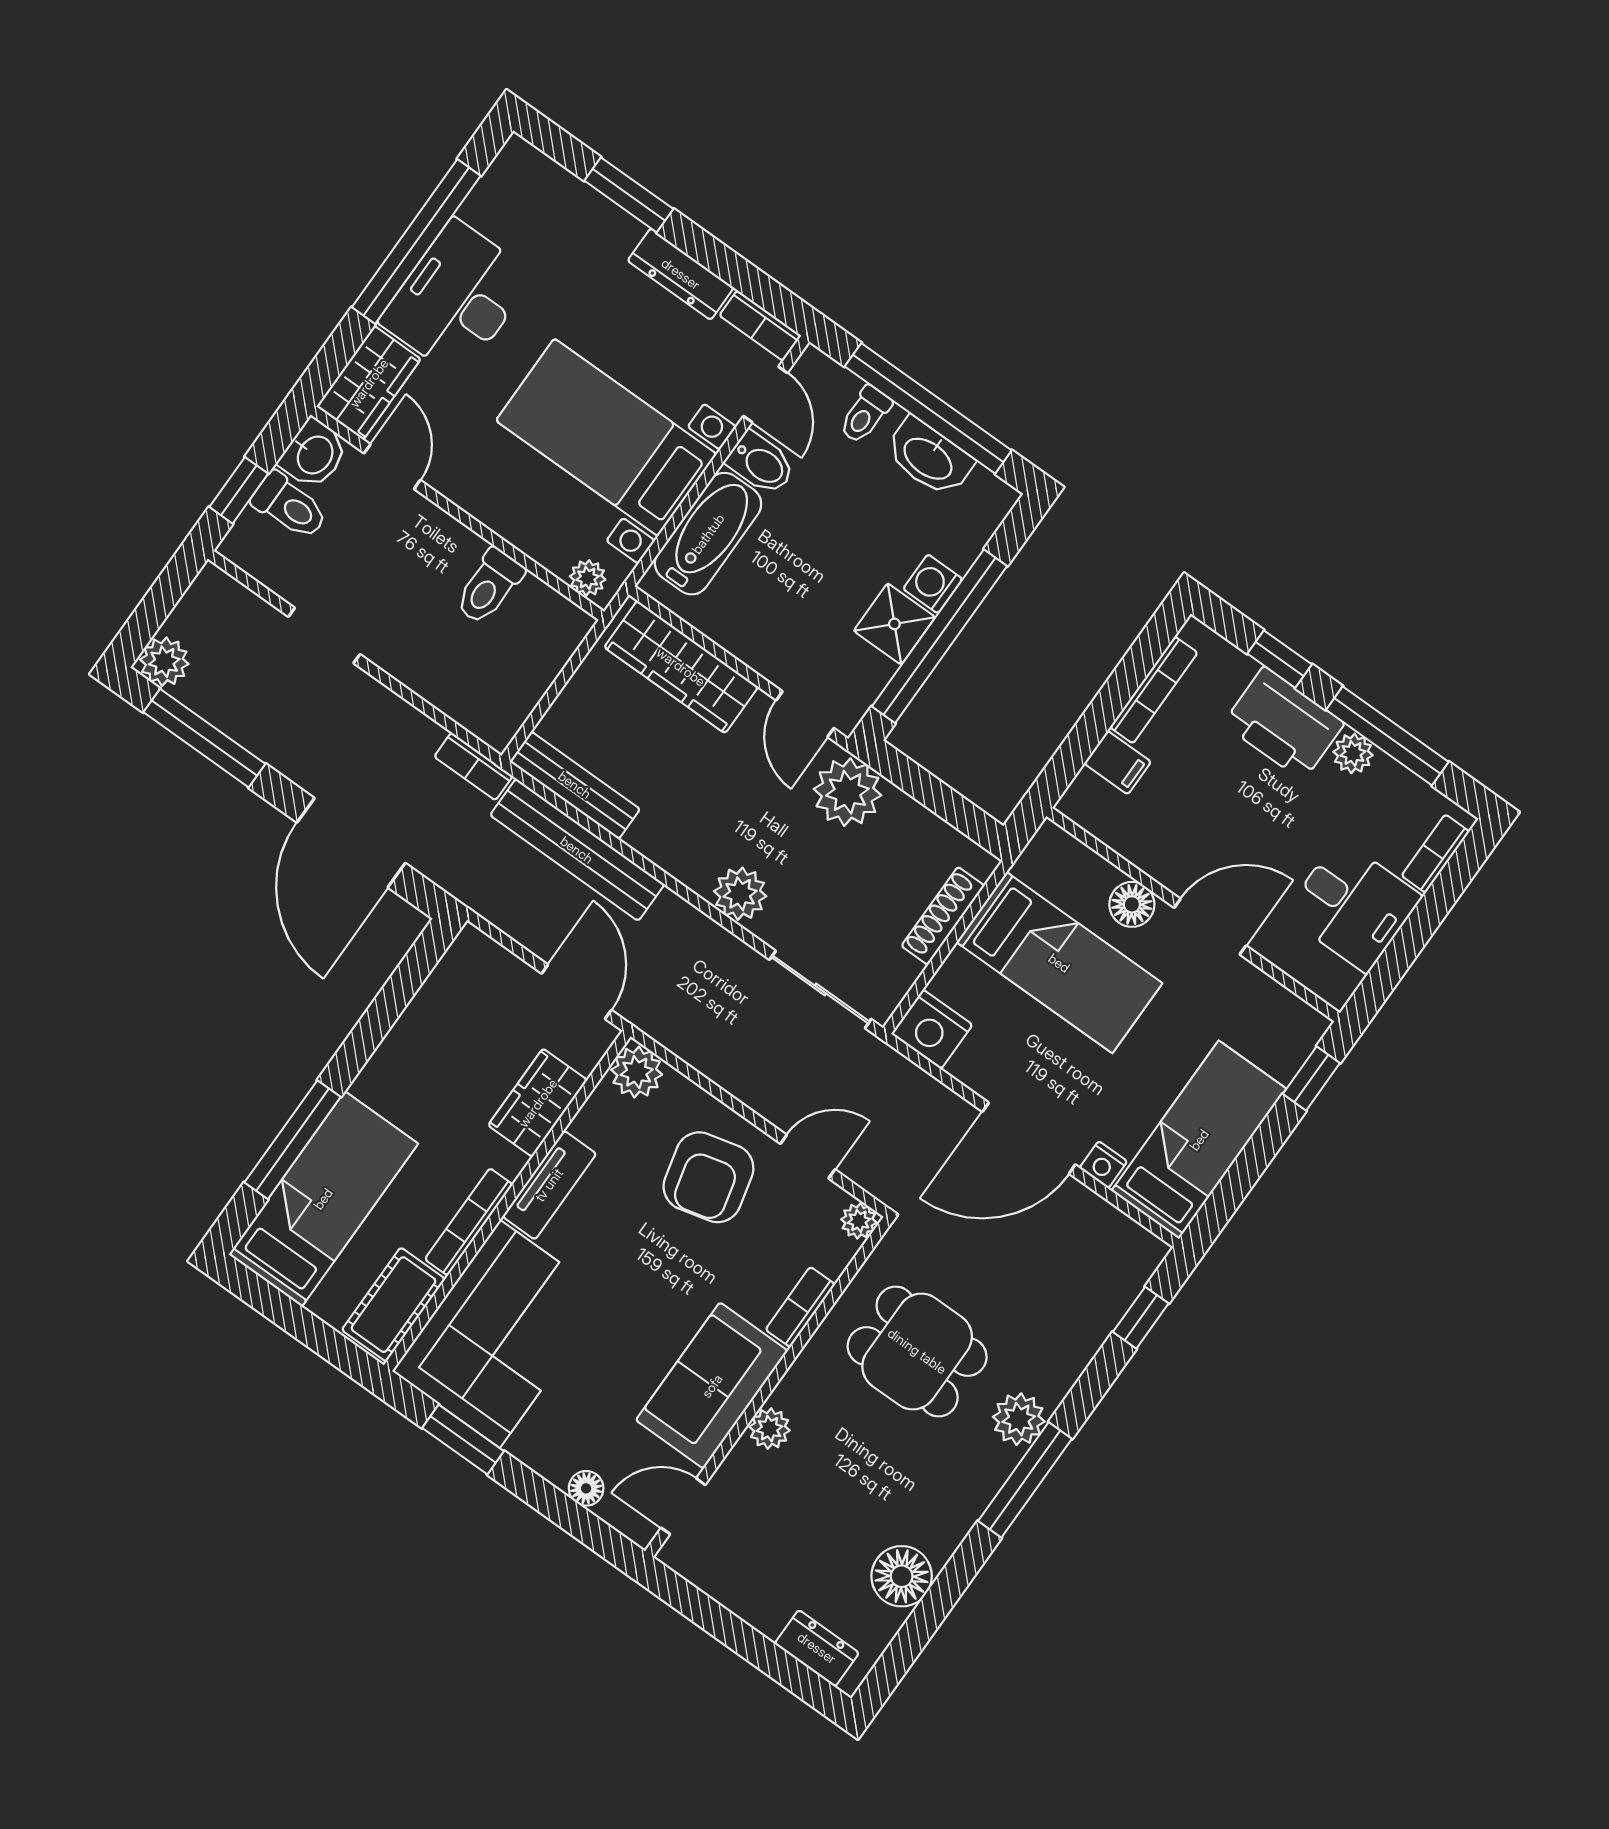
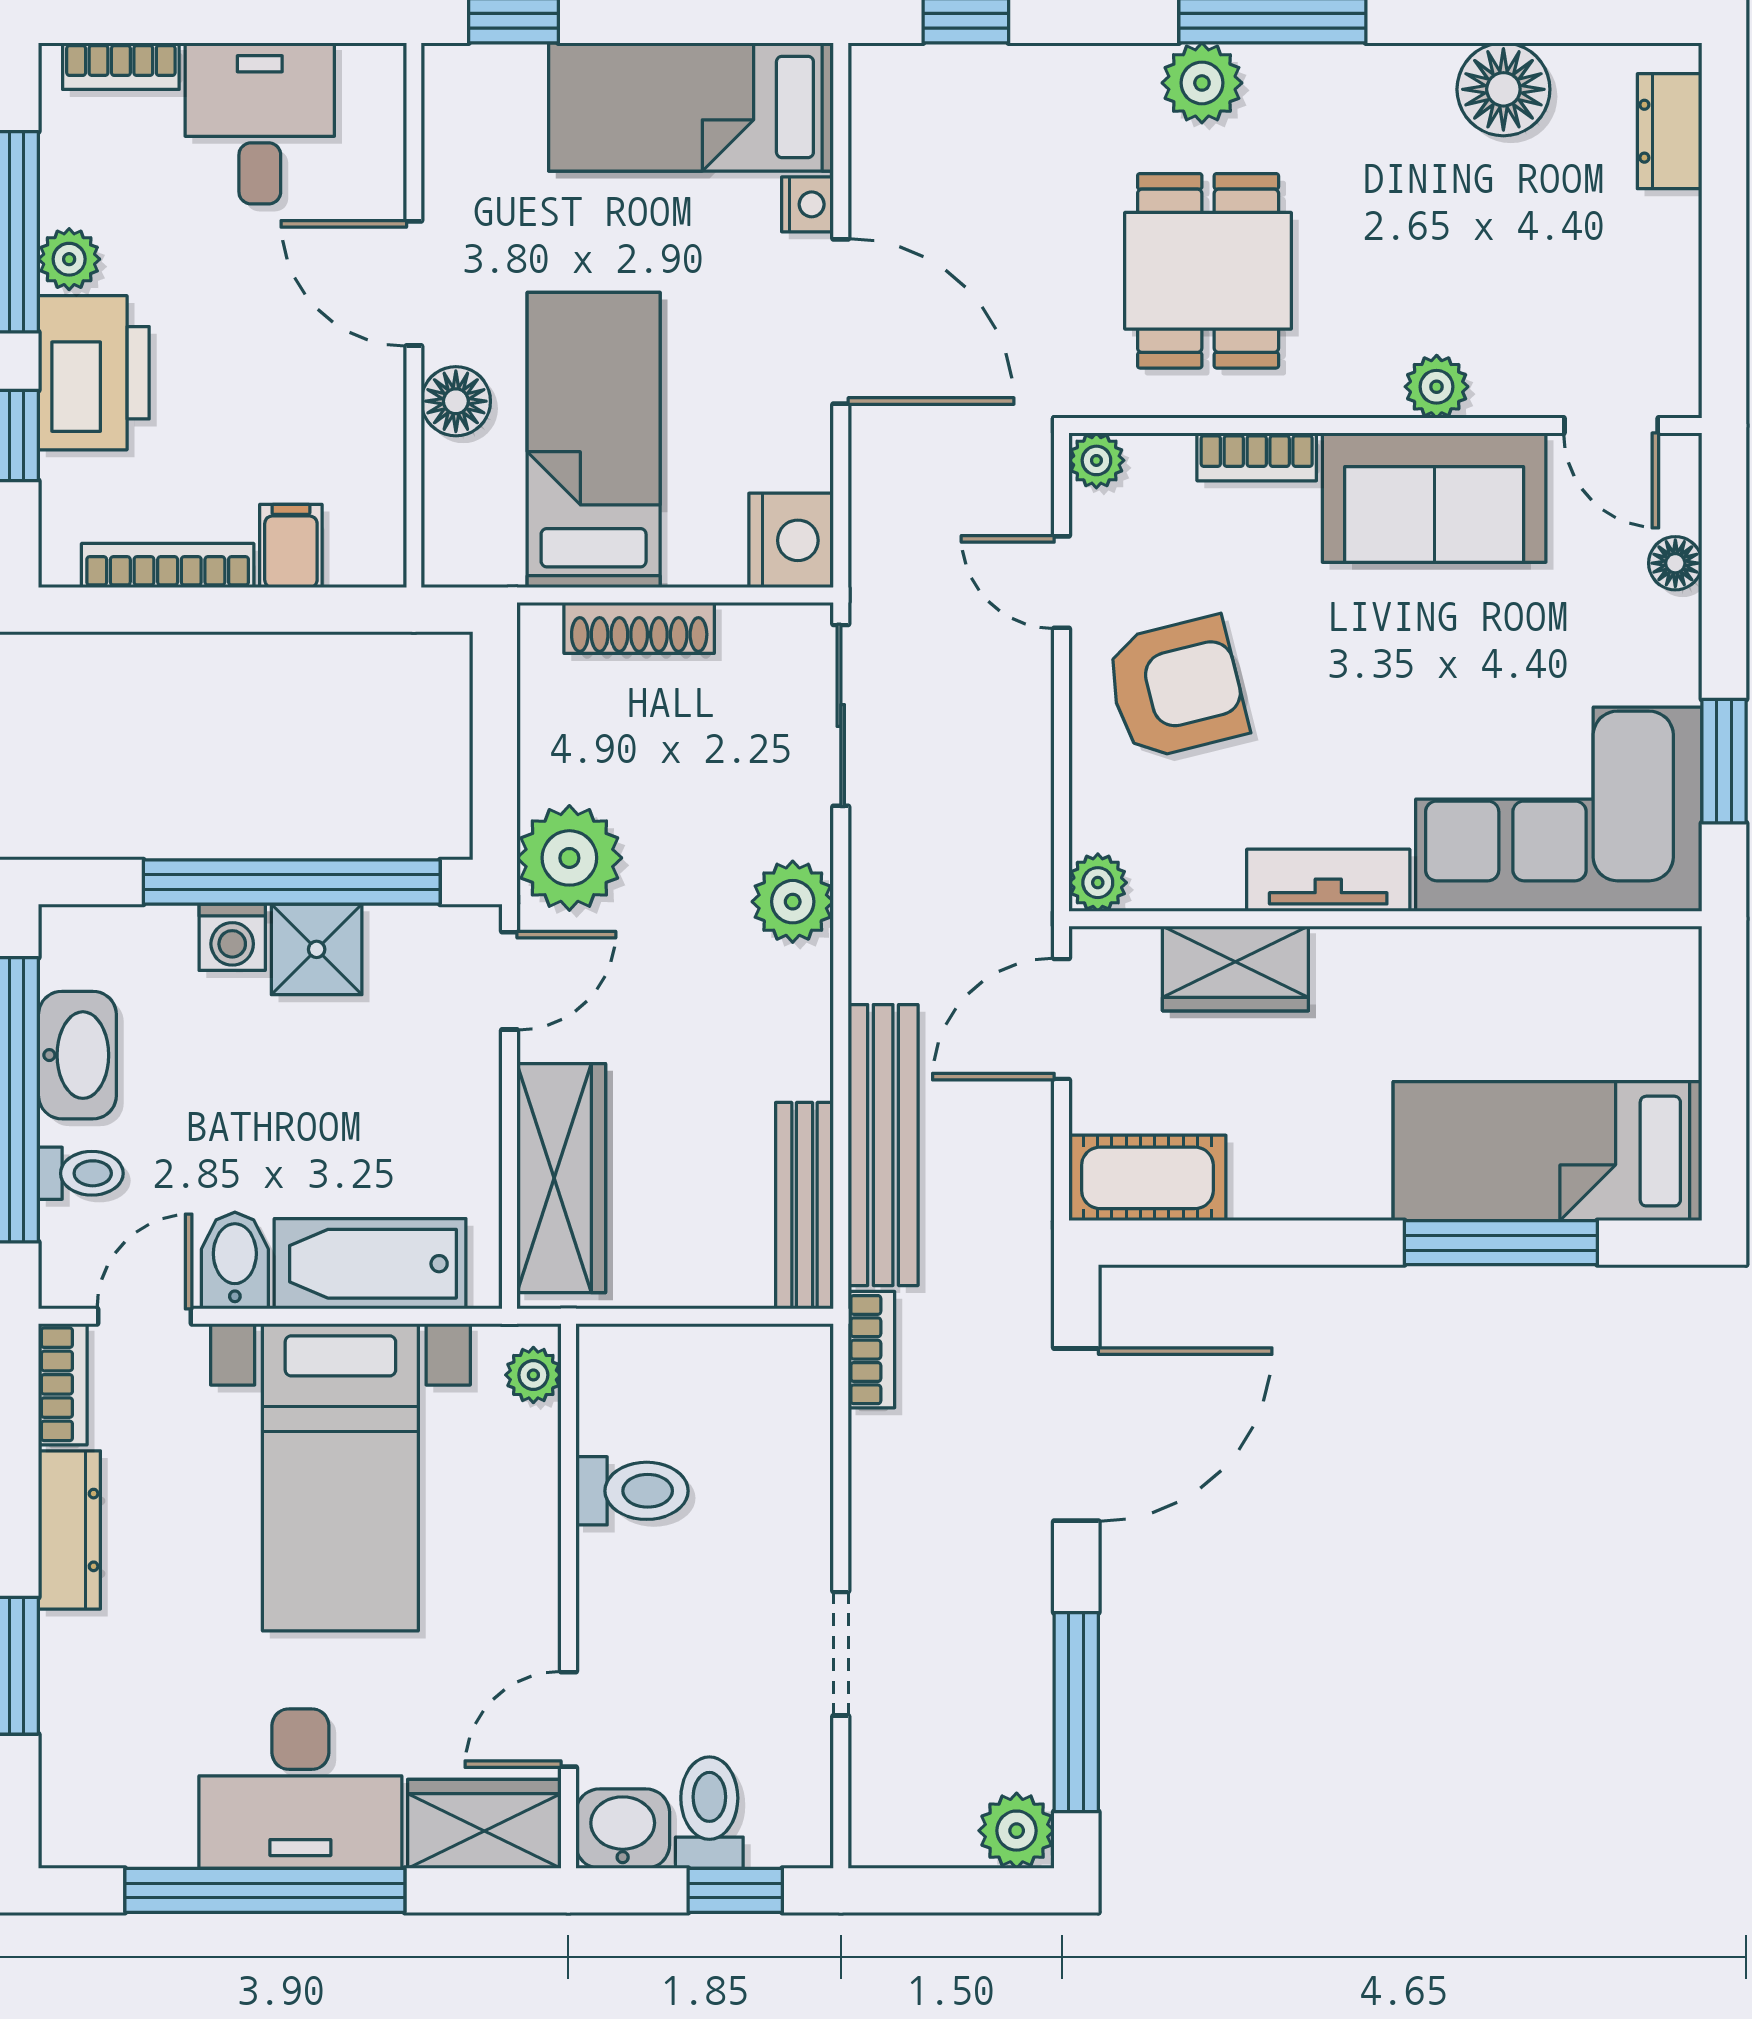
plant: (637, 1072) -> (1098, 883), width x0.73, depth x0.73
bookcase: (469, 1222) -> (1446, 948), removed
cot: (393, 1305) -> (1147, 1178), moved

